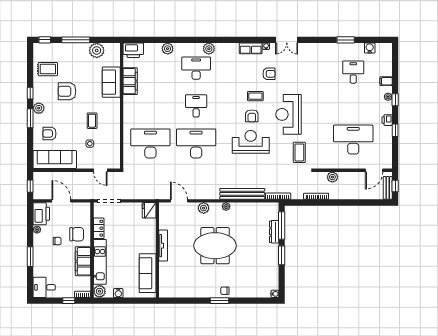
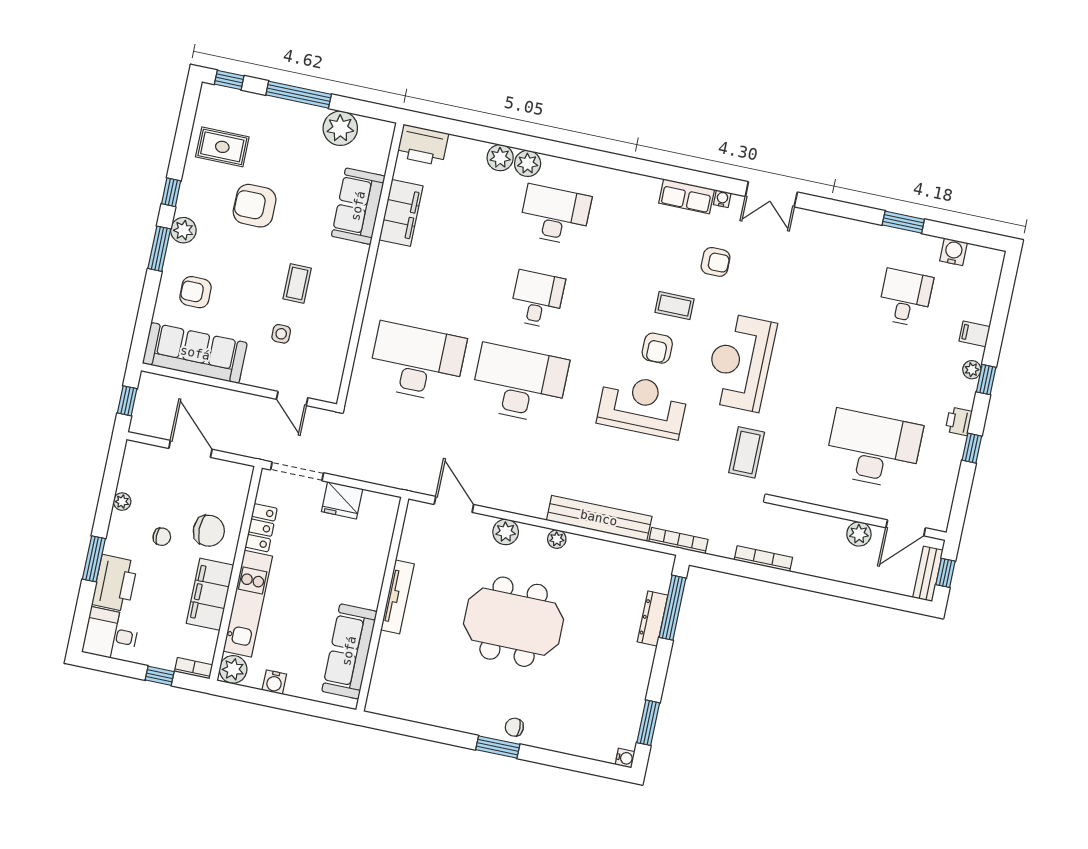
plant: (209, 49) -> (528, 163), moved
plant: (332, 177) -> (859, 534), moved
fridge: (149, 210) -> (342, 500), moved, turned -90
printer: (41, 214) -> (115, 583), moved
window: (282, 255) -> (648, 723), moved

